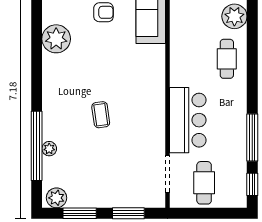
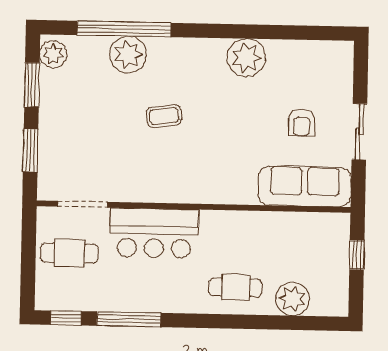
plant: (56, 39) -> (246, 58), moved
plant: (49, 149) -> (128, 54), width x1.88, depth x1.88

